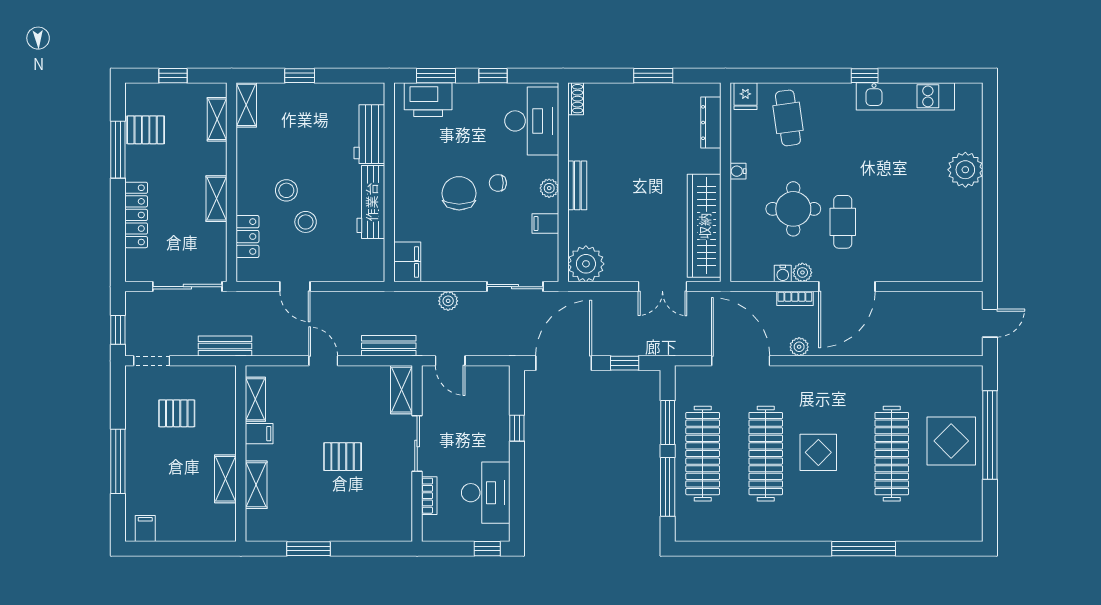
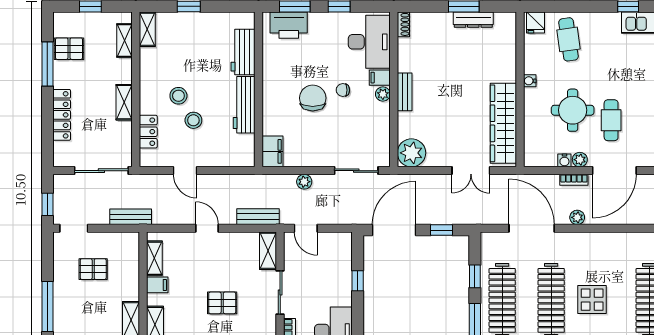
dresser: (711, 123) -> (473, 20), moved, turned -90
filing cabinet: (545, 224) -> (380, 78), moved
window: (668, 423) -> (475, 276), width x0.67

